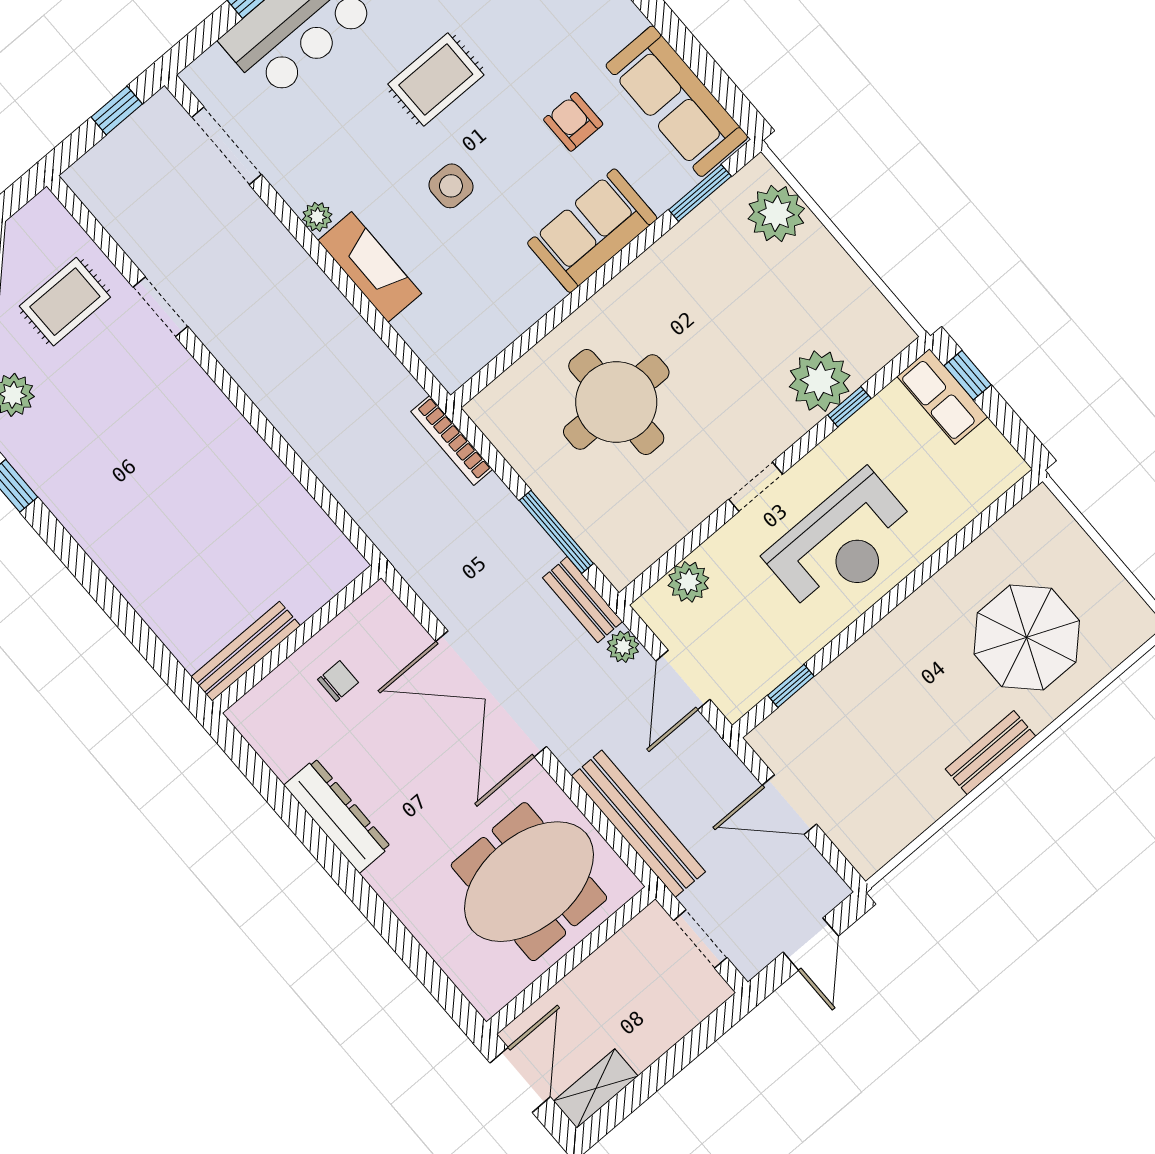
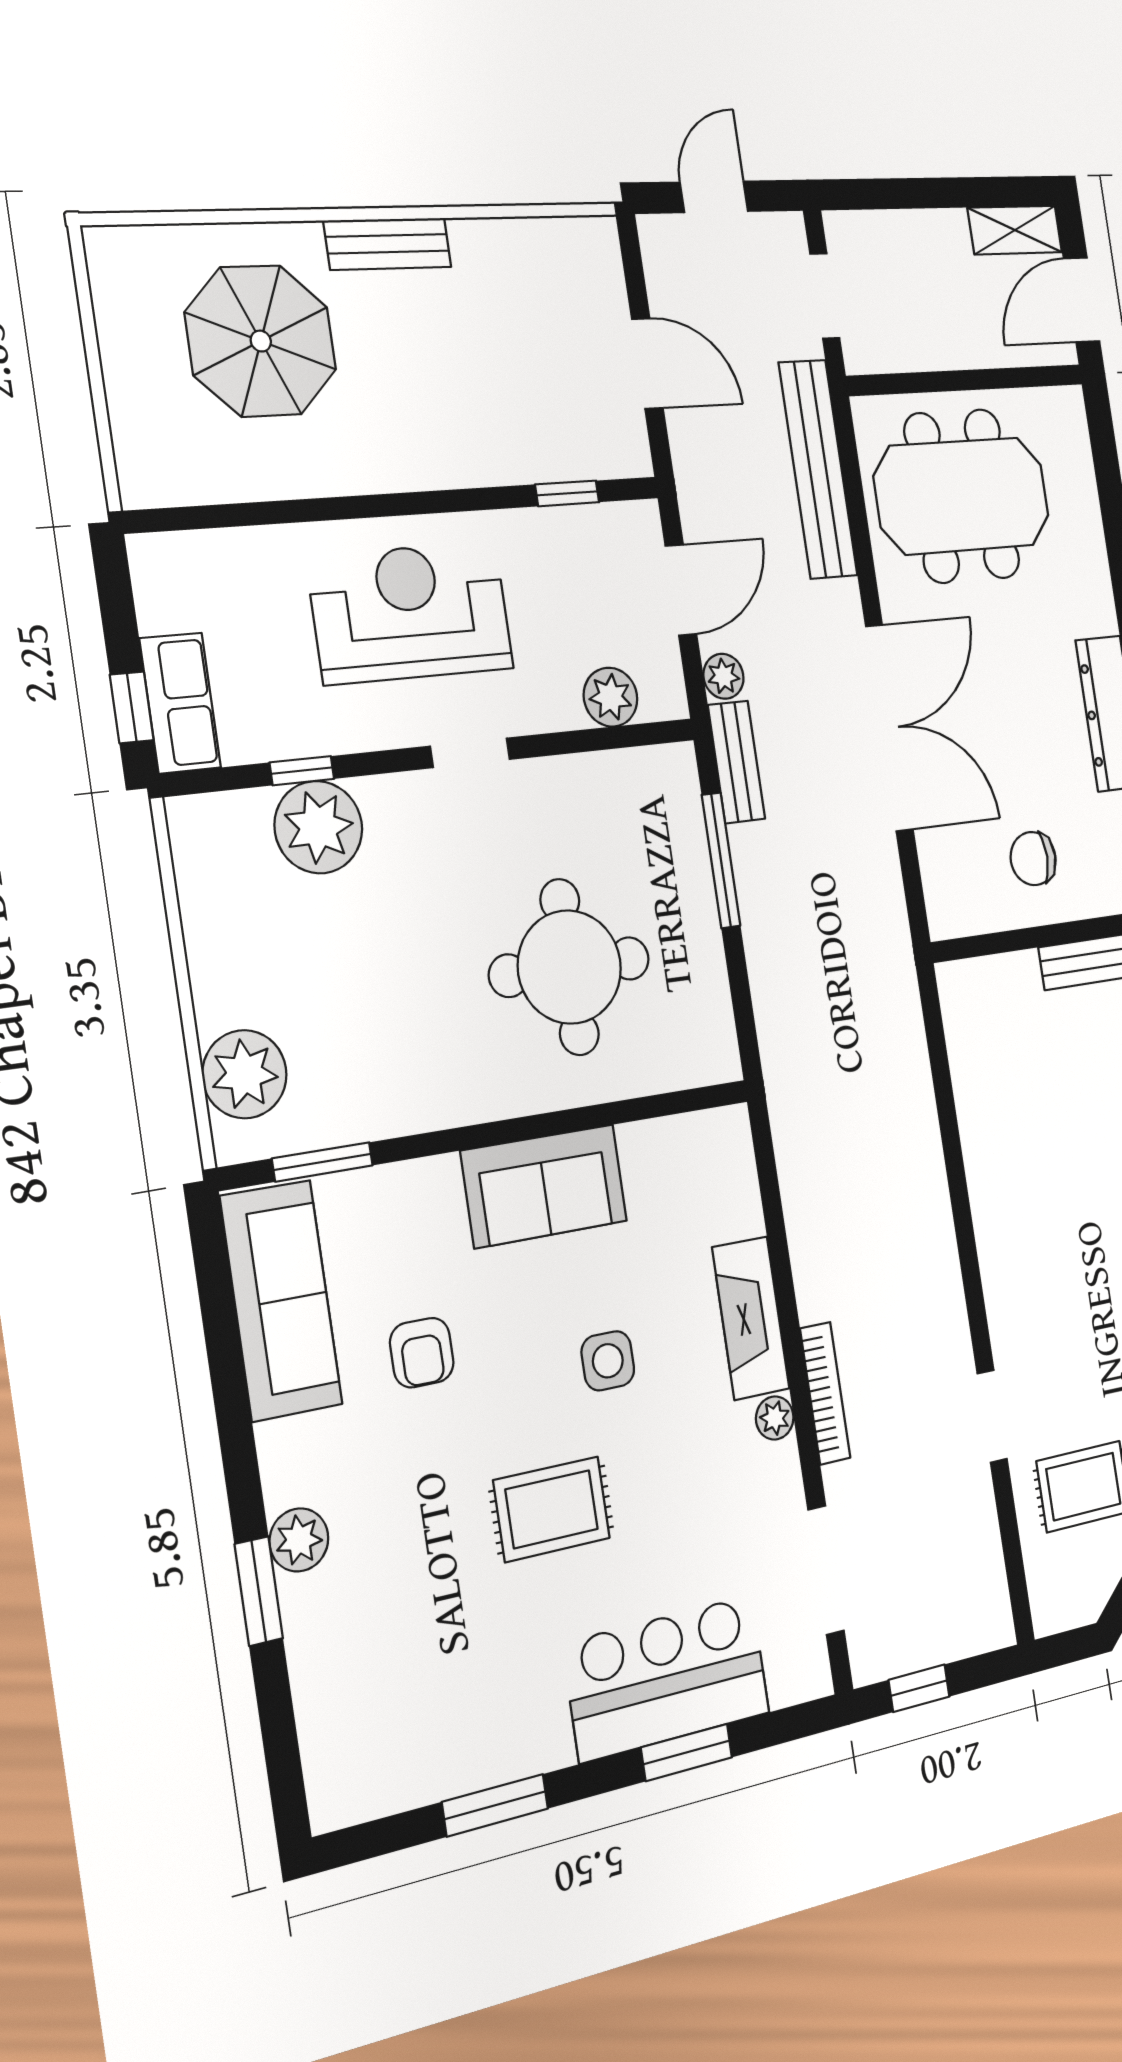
sofa: (592, 231) -> (544, 1186), moved
bookcase: (452, 440) -> (825, 1393), moved
chair: (338, 681) -> (1033, 859), width x1.37, depth x1.37

